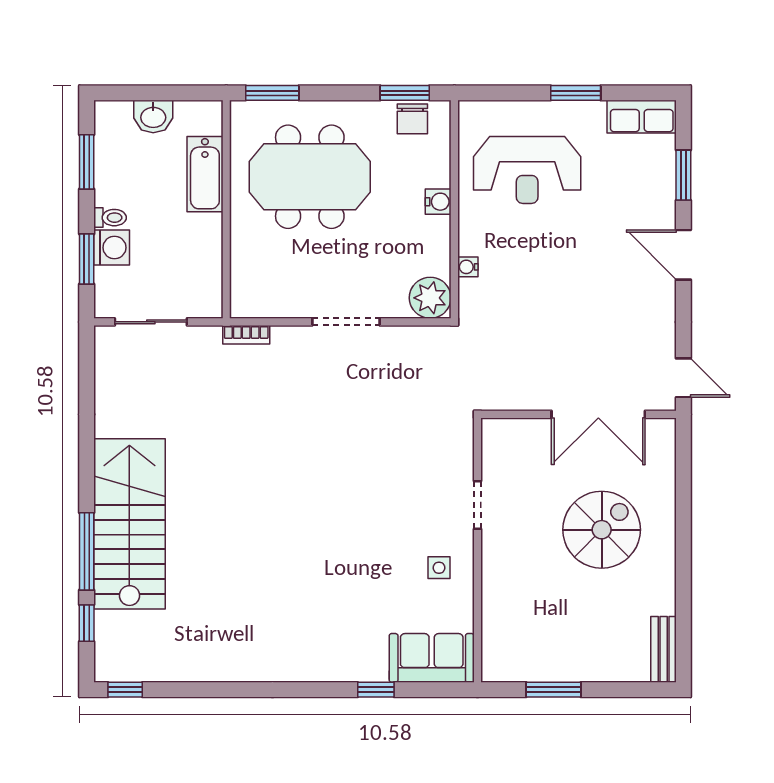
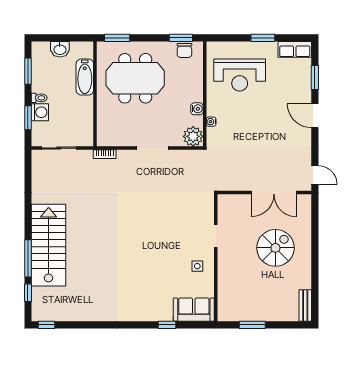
water cooler: (438, 202) -> (197, 109), moved

